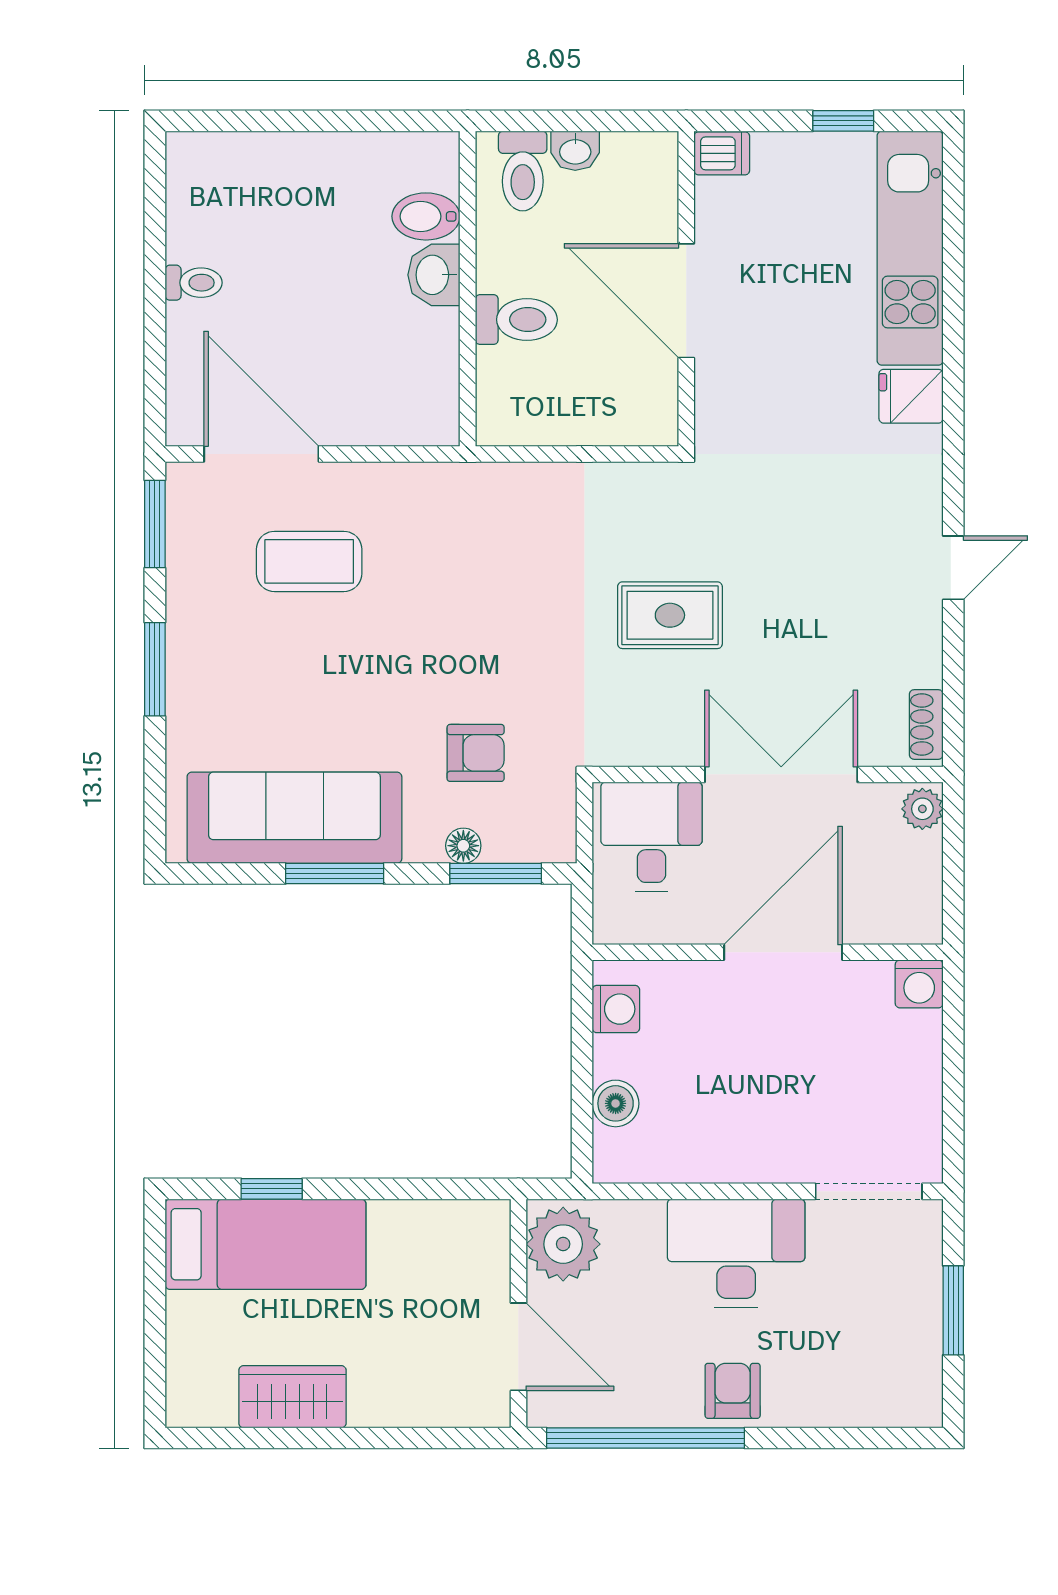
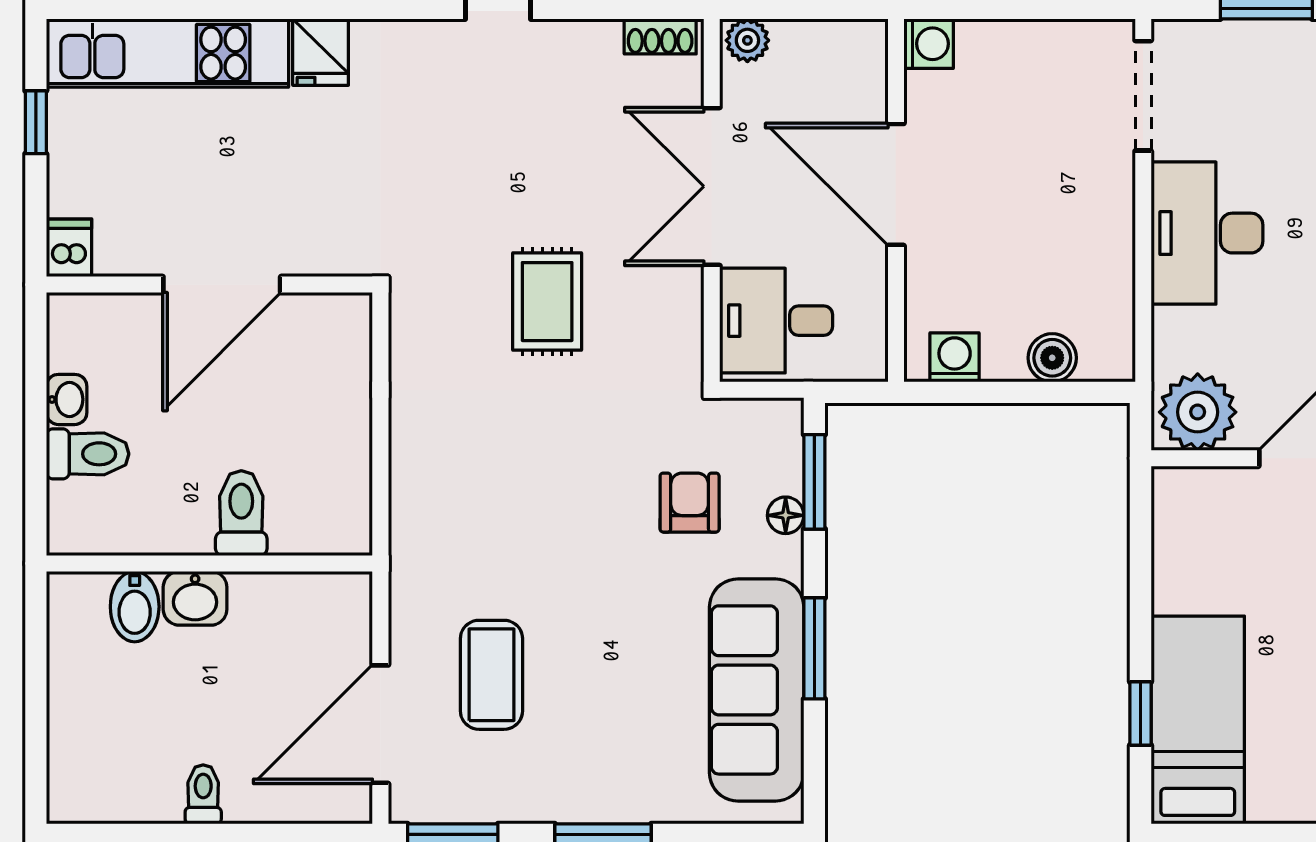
bidet: (426, 216) -> (135, 607), moved
washbasin: (434, 275) -> (195, 598), moved
wall: (468, 289) -> (209, 563), moved
toilet: (516, 320) -> (241, 513), moved

